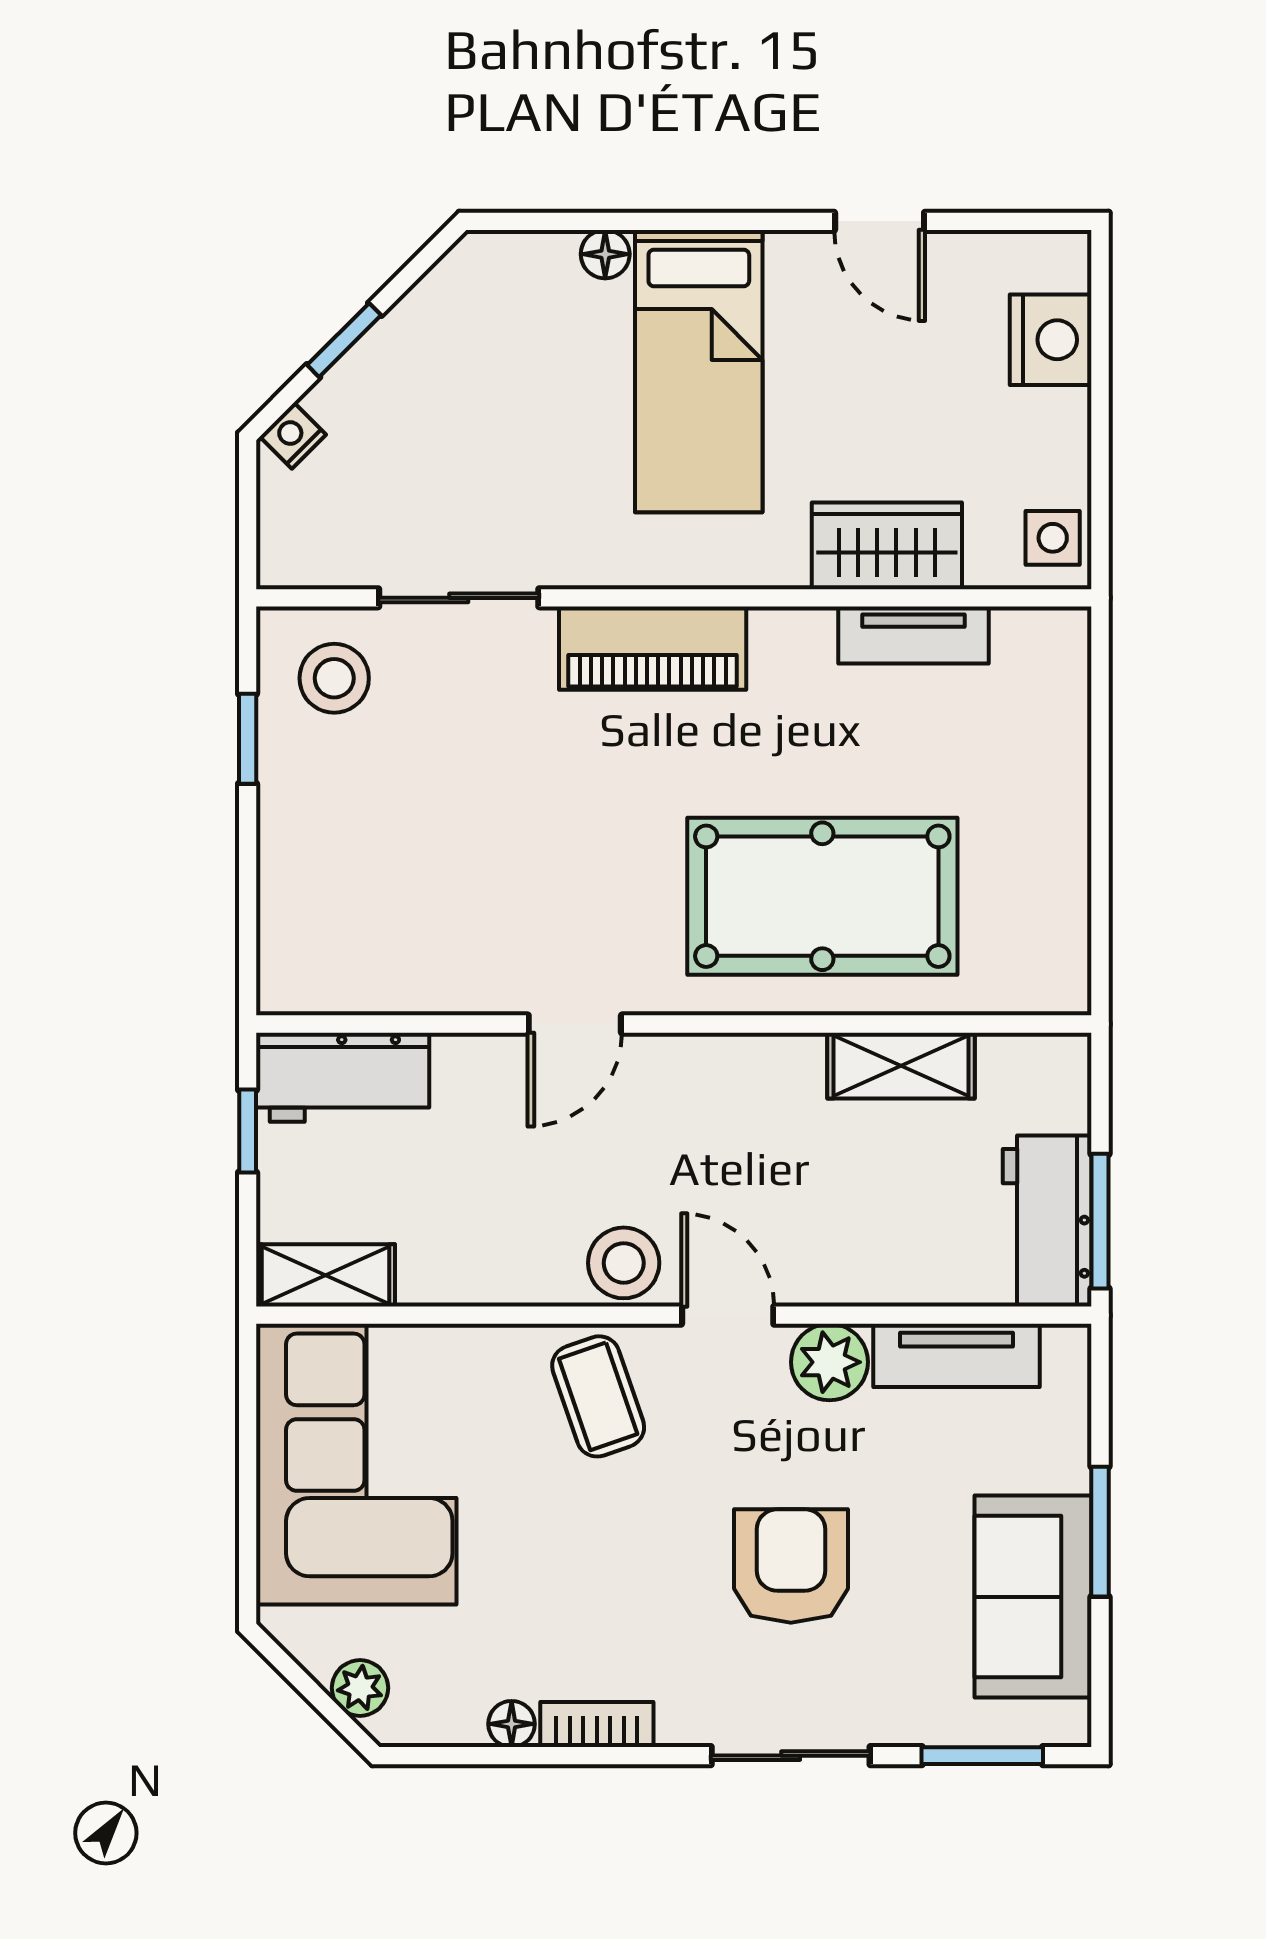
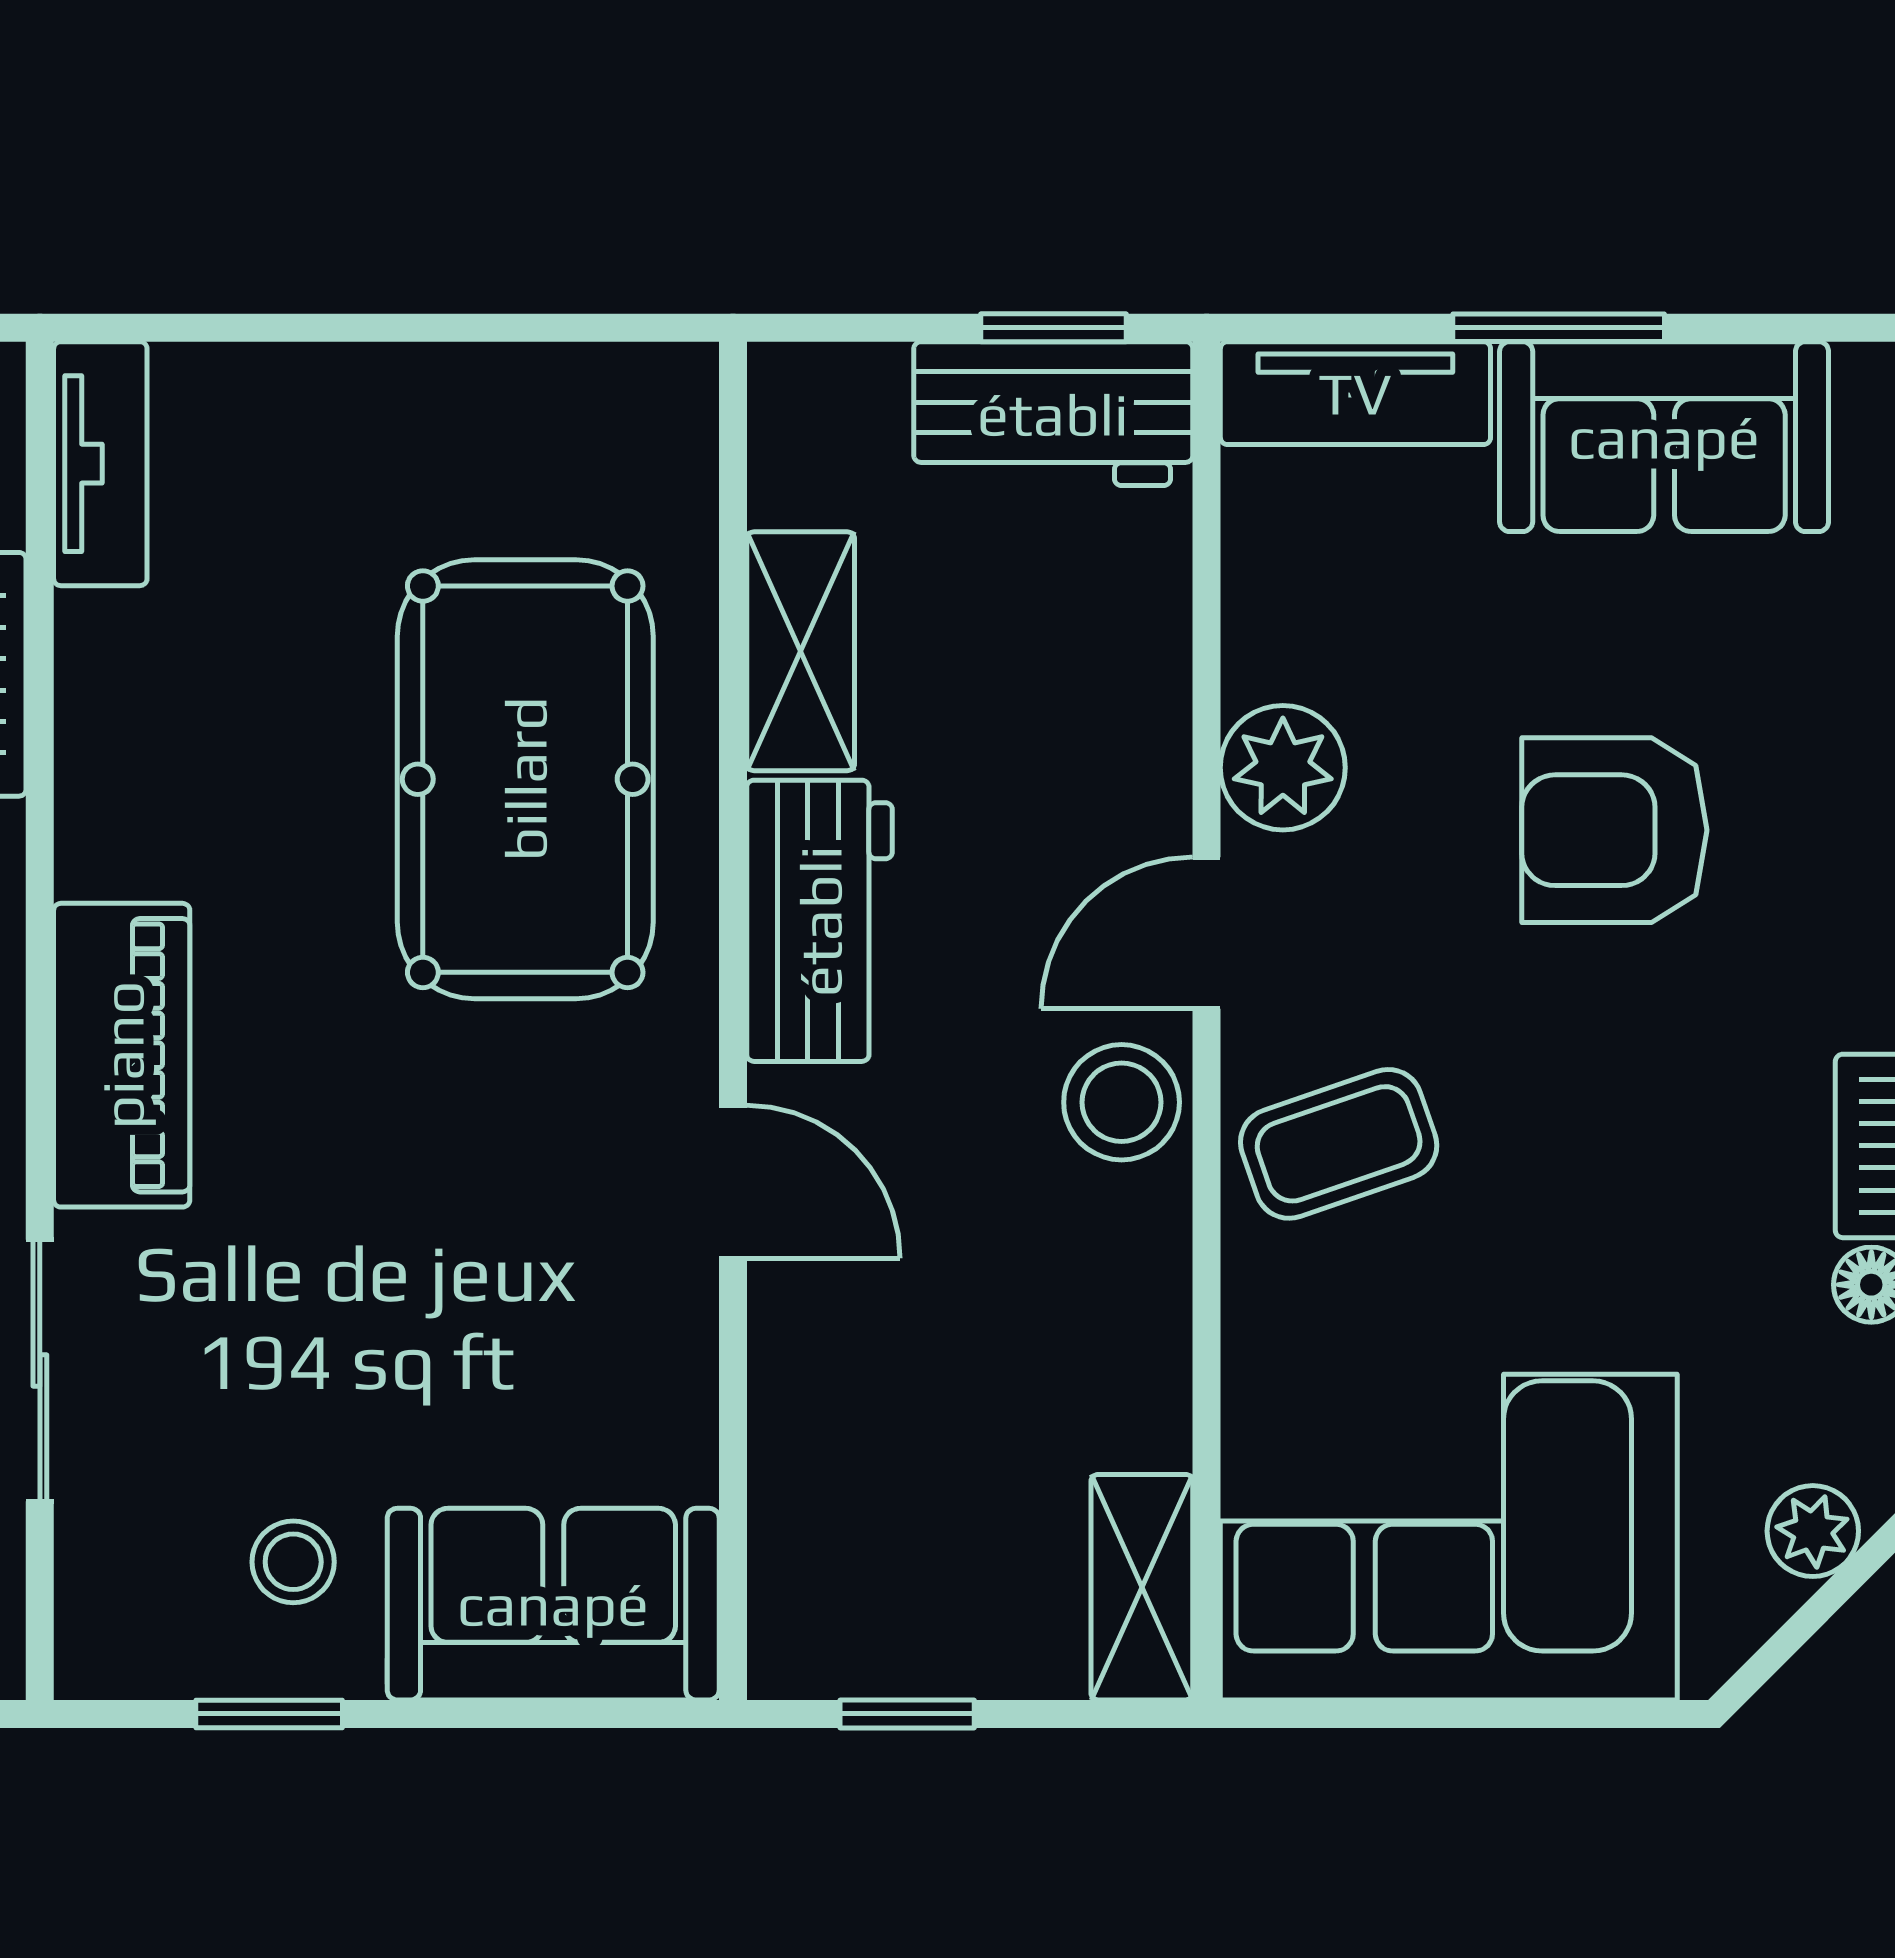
tv unit: (913, 635) -> (100, 464), moved
stool: (334, 678) -> (293, 1562), moved, width x0.73, depth x0.73
sofa: (315, 913) -> (553, 1604), added
workbench: (343, 1077) -> (820, 921), moved
window: (1100, 1221) -> (1054, 328), width x0.67
tv unit: (956, 1355) -> (1355, 393), moved, turned 90

